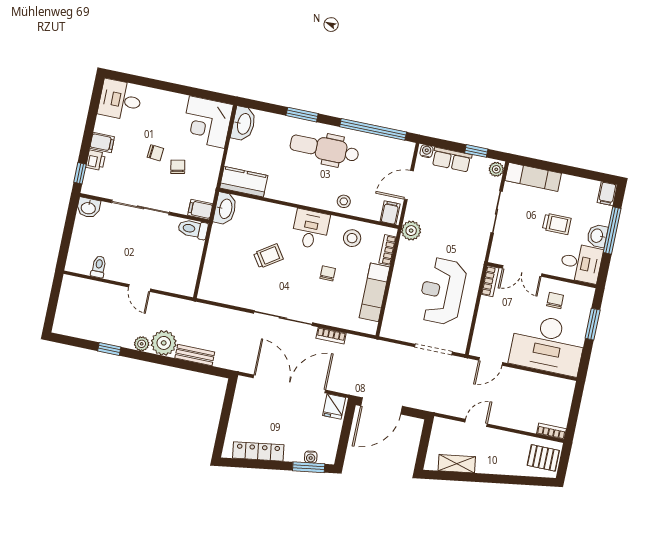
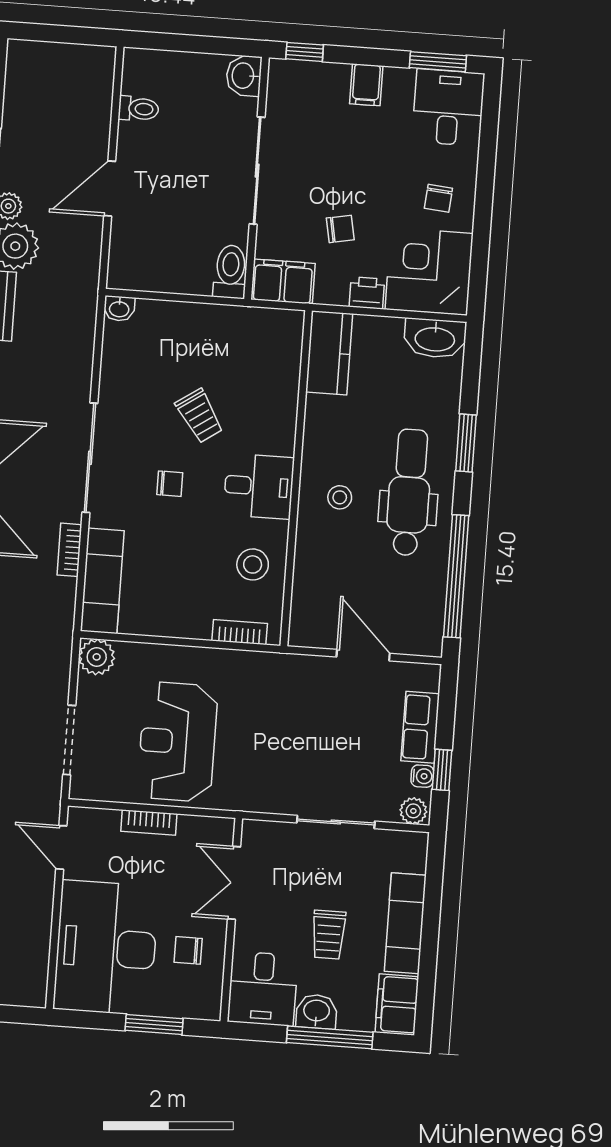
window: (95, 102) -> (438, 62), added
water cooler: (427, 151) -> (422, 776), moved
chair: (155, 153) -> (438, 198), moved
printer: (96, 160) -> (367, 293), moved, turned 180
exam couch: (533, 177) -> (405, 923), moved
filing cabinet: (607, 194) -> (397, 1005), width x2.00
stool: (344, 201) -> (340, 497), moved
washbasin: (225, 209) -> (119, 309), moved, width x0.52, depth x0.69
filing cabinet: (200, 210) -> (283, 281), width x2.00
filing cabinet: (390, 213) -> (308, 628), removed
plant: (411, 231) -> (97, 657), moved
chair: (328, 273) -> (170, 484), moved
bookcase: (490, 281) -> (149, 822), moved
door: (139, 288) -> (110, 188), width x1.37
reception desk: (442, 291) -> (178, 742), turned -90
exam couch: (375, 292) -> (102, 581), moved, turned 90
chair: (555, 300) -> (188, 950), turned 180

